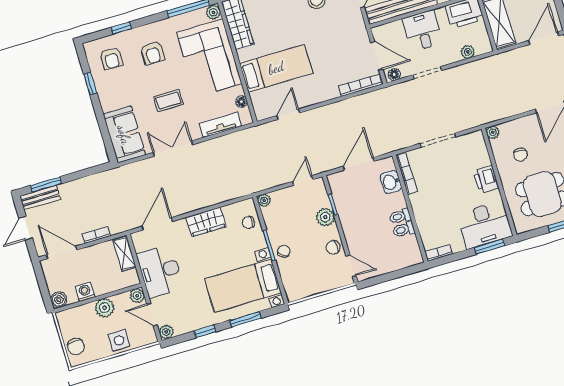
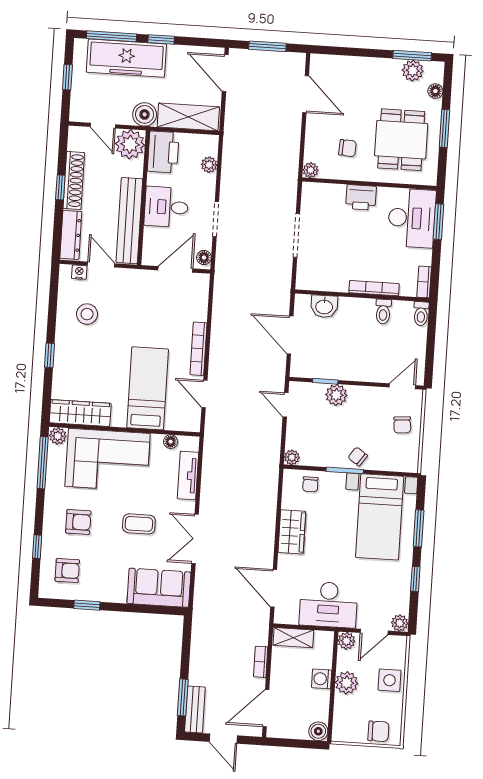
bookcase: (361, 85) -> (198, 349), moved
coffee table: (168, 101) -> (139, 524), turned 90
bookcase: (407, 173) -> (374, 288), moved
toilet: (400, 216) -> (421, 314), moved
chair: (333, 247) -> (402, 425), moved
washing machine: (85, 292) -> (322, 679), moved

